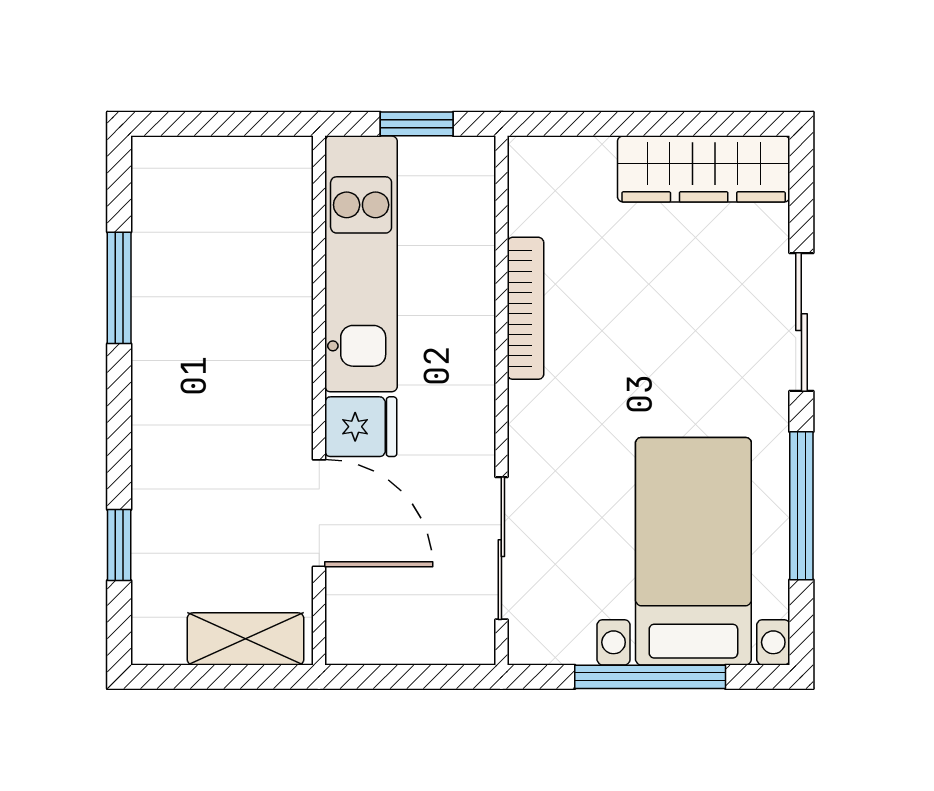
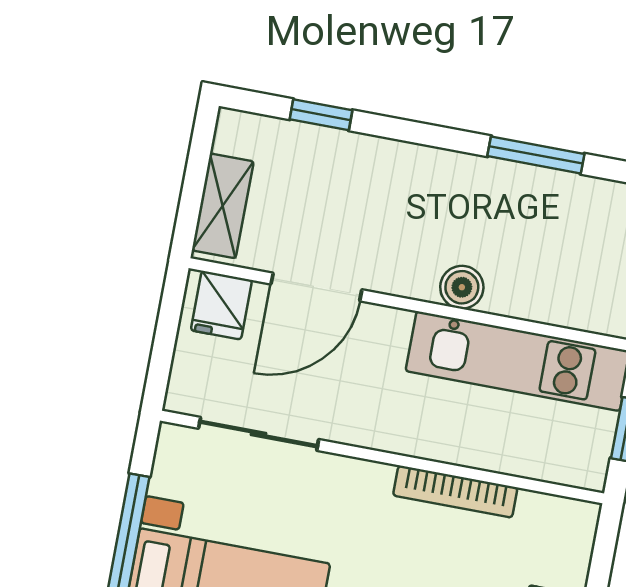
boiler: (288, 345) -> (462, 287), added
fridge: (361, 427) -> (221, 305), moved

